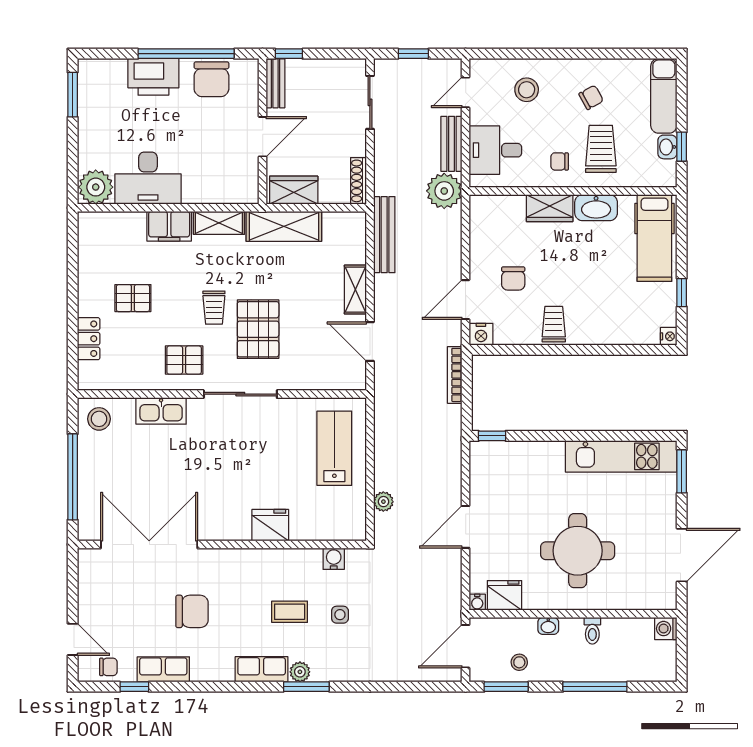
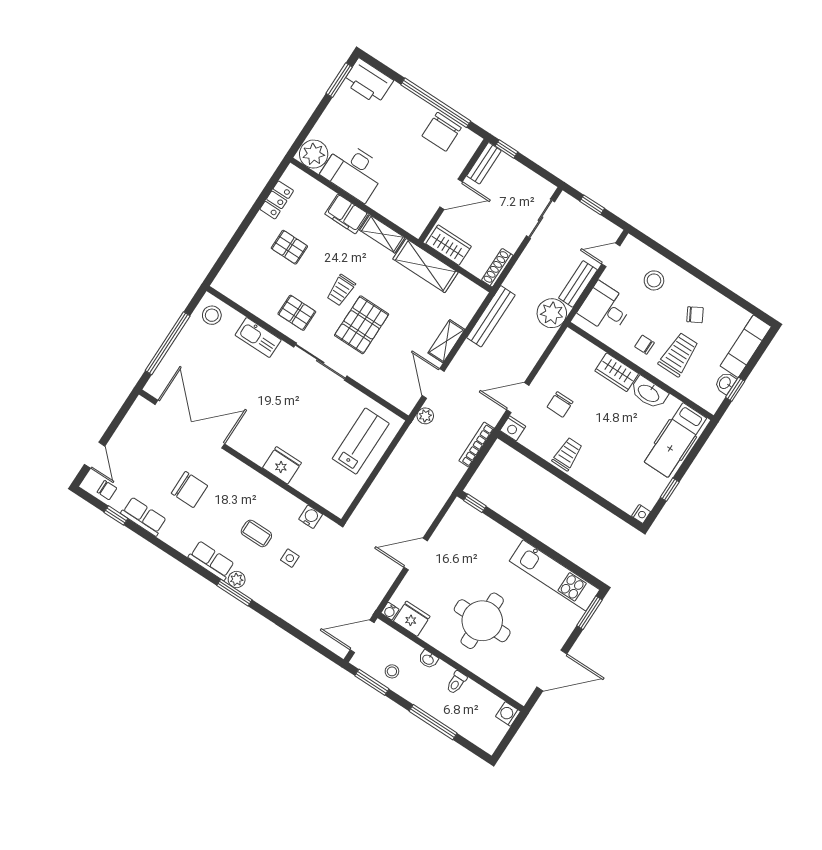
printer: (153, 77) -> (368, 81), moved
locker: (89, 339) -> (277, 200), moved
plant: (383, 502) -> (425, 416), moved

